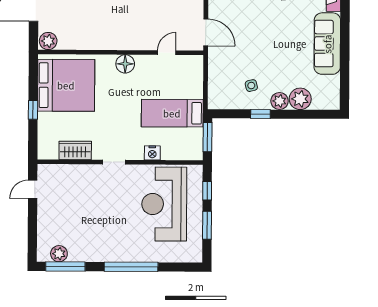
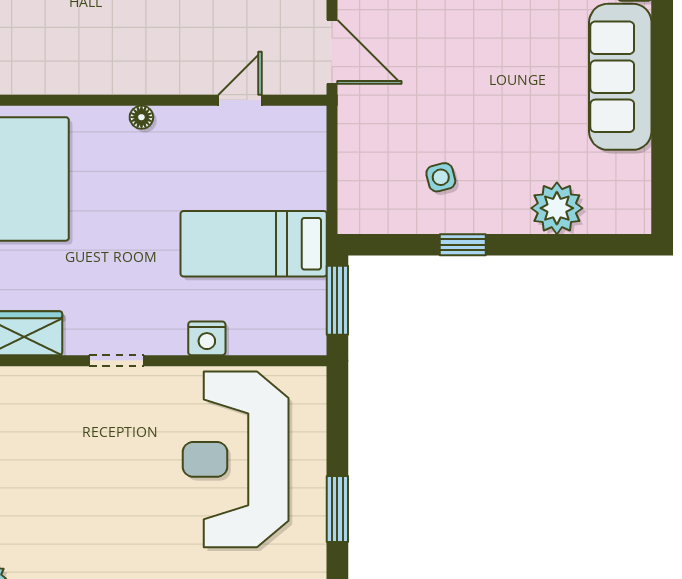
floor lamp: (125, 64) -> (141, 117), width x0.53, depth x0.53
plant: (279, 101) -> (508, 214), removed
window: (207, 191) -> (337, 427), removed

